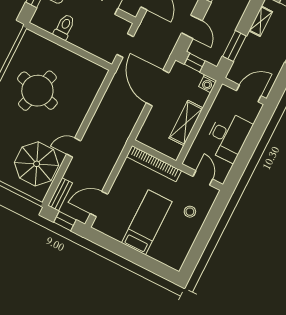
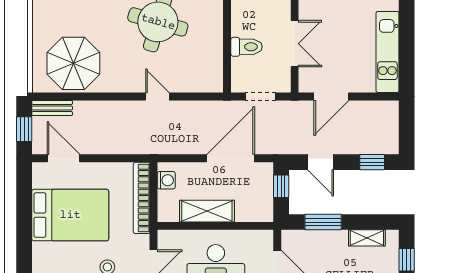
toilet: (64, 27) -> (247, 47), moved
door: (192, 27) -> (321, 162), hinge flipped
washing machine: (208, 84) -> (166, 180), moved, turned 180
door: (74, 147) -> (157, 96), moved
bed: (147, 222) -> (70, 215), width x1.50

